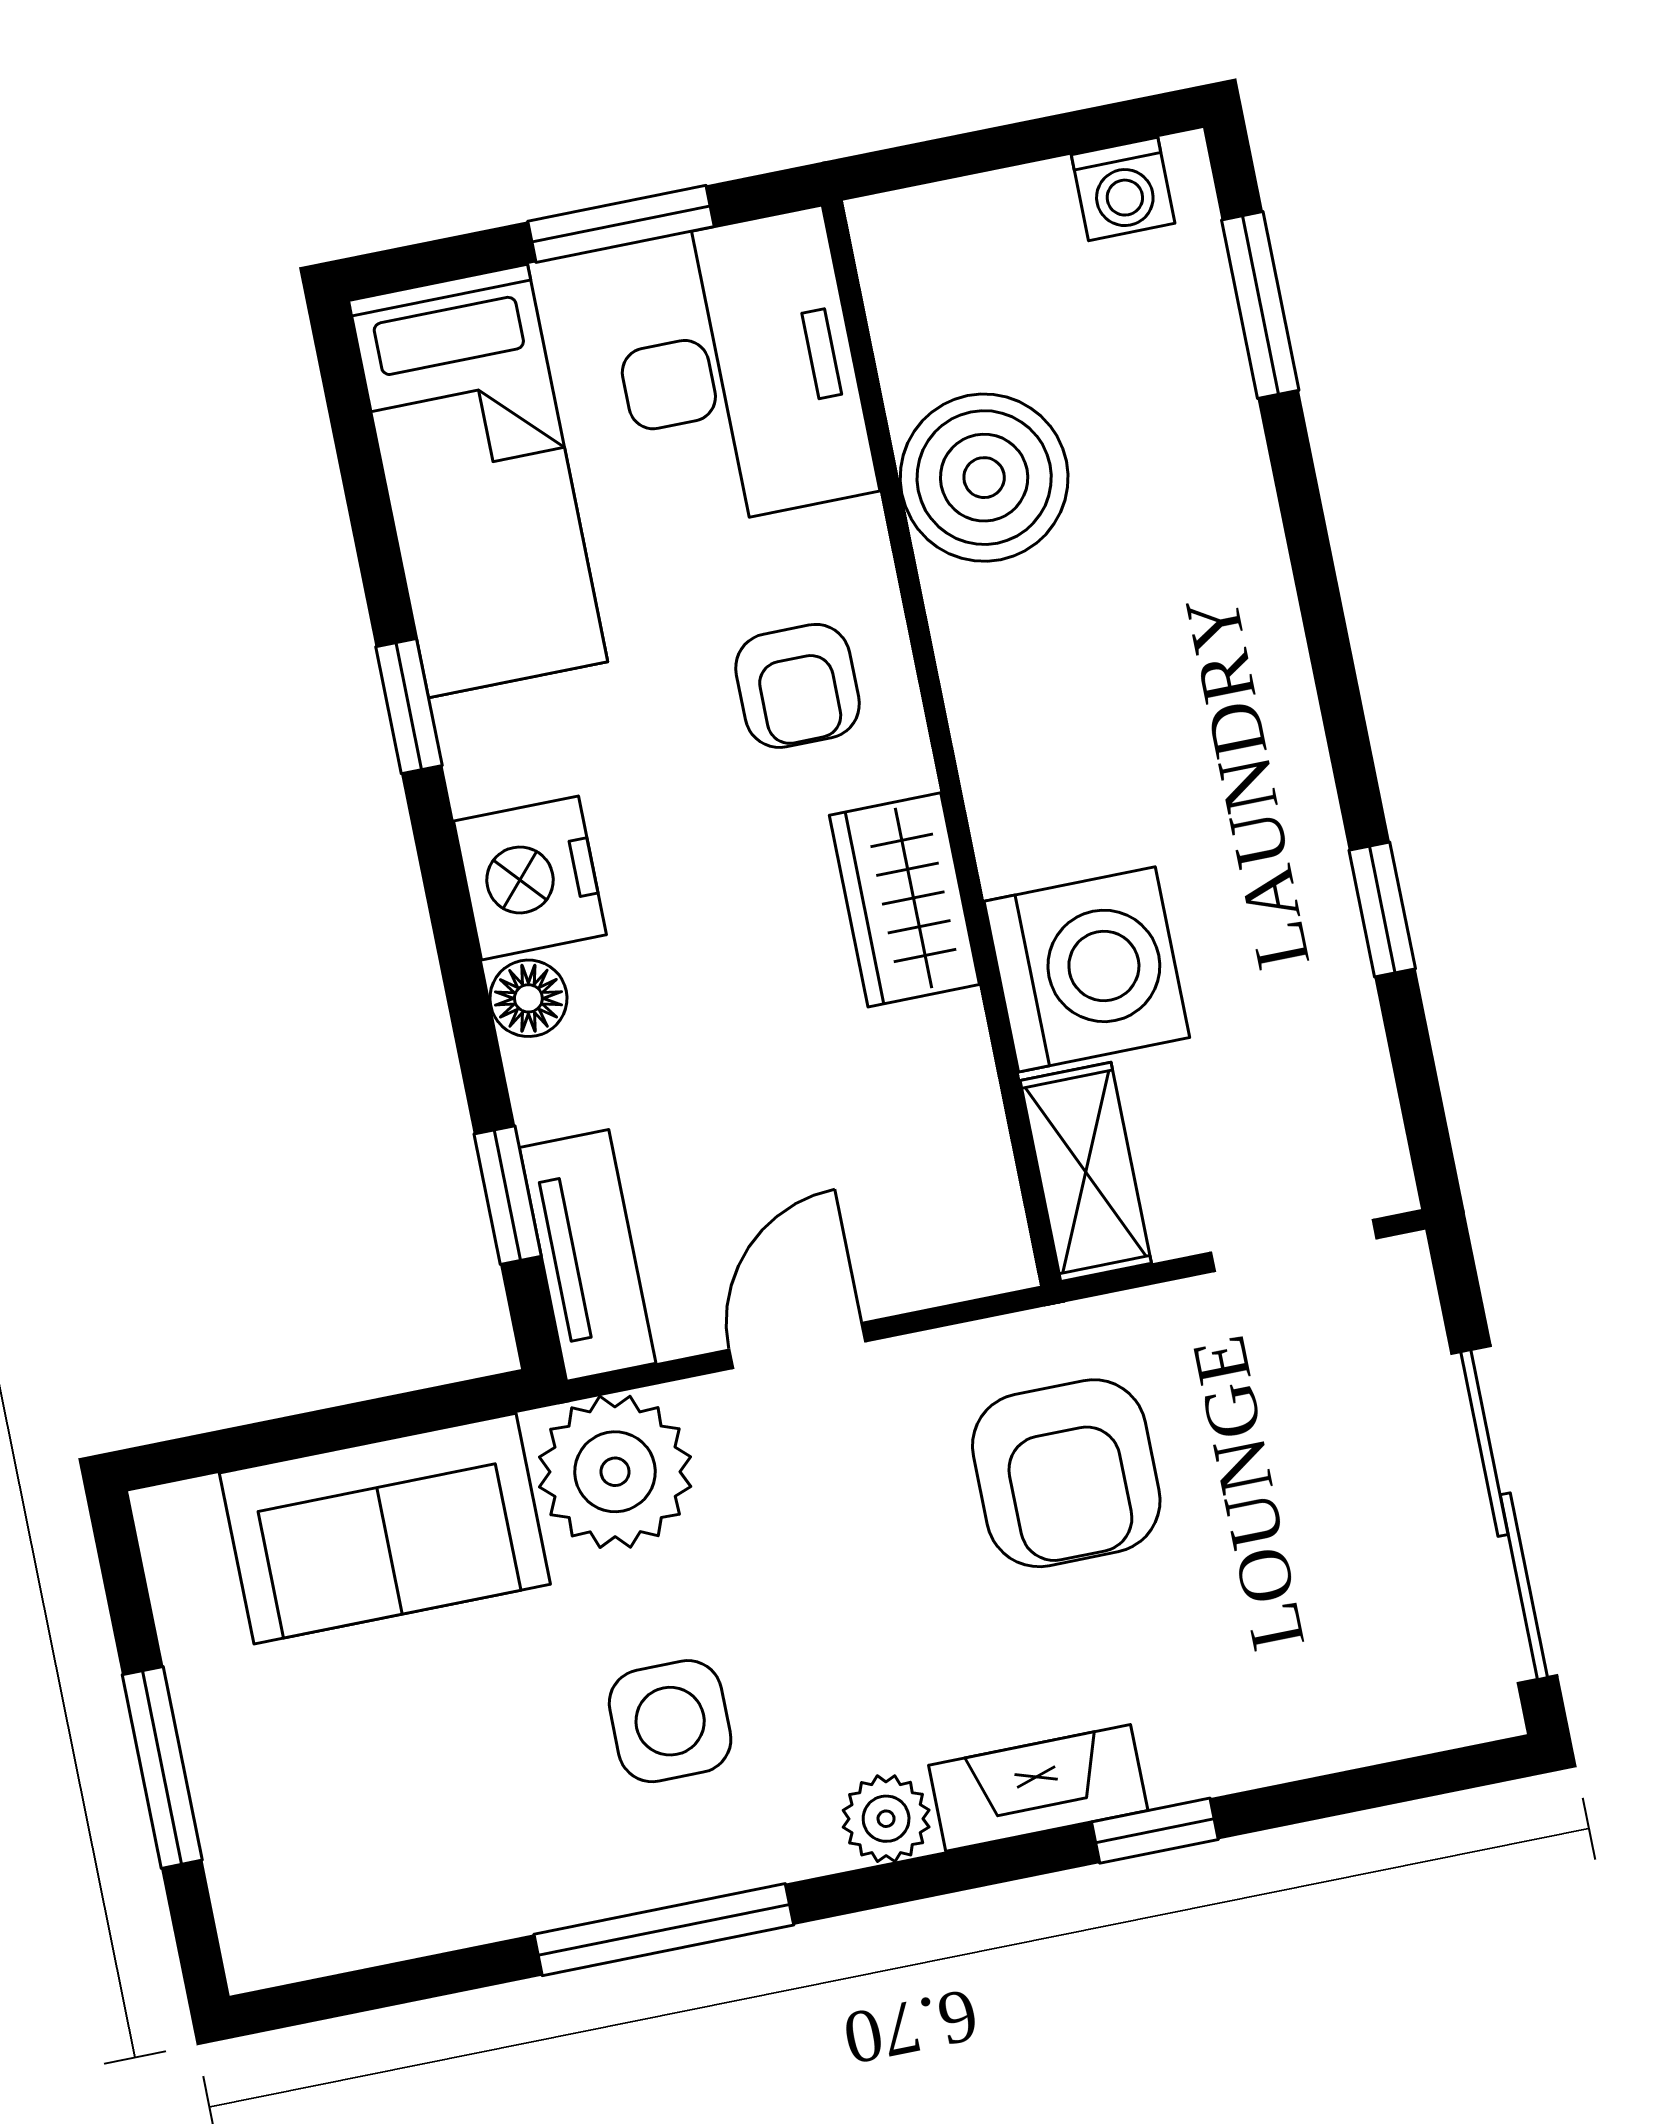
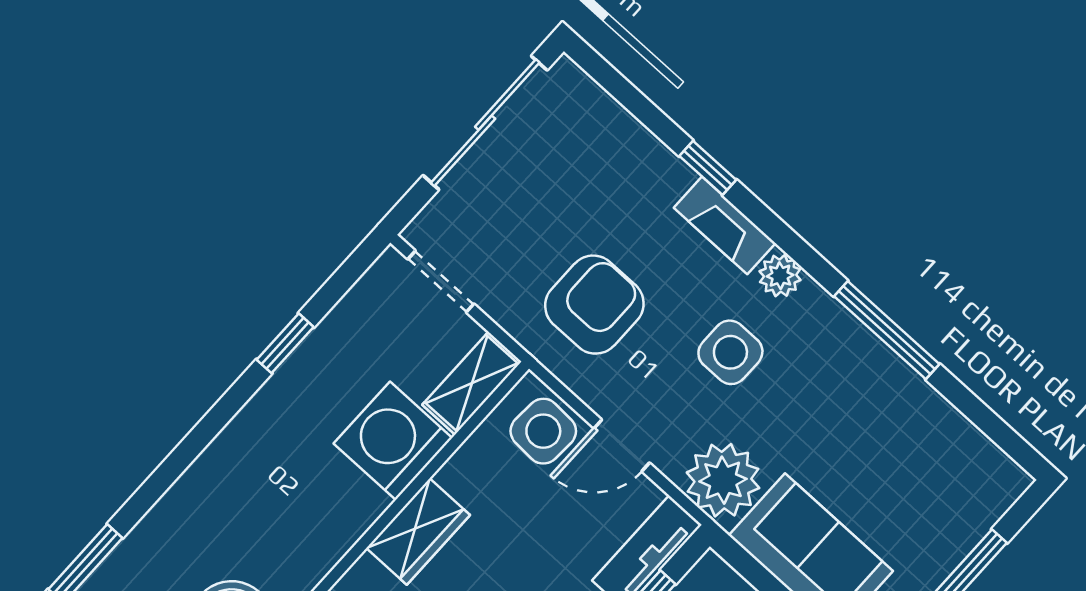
side table: (918, 1232) -> (543, 431), added
side table: (670, 1721) -> (730, 352), moved

